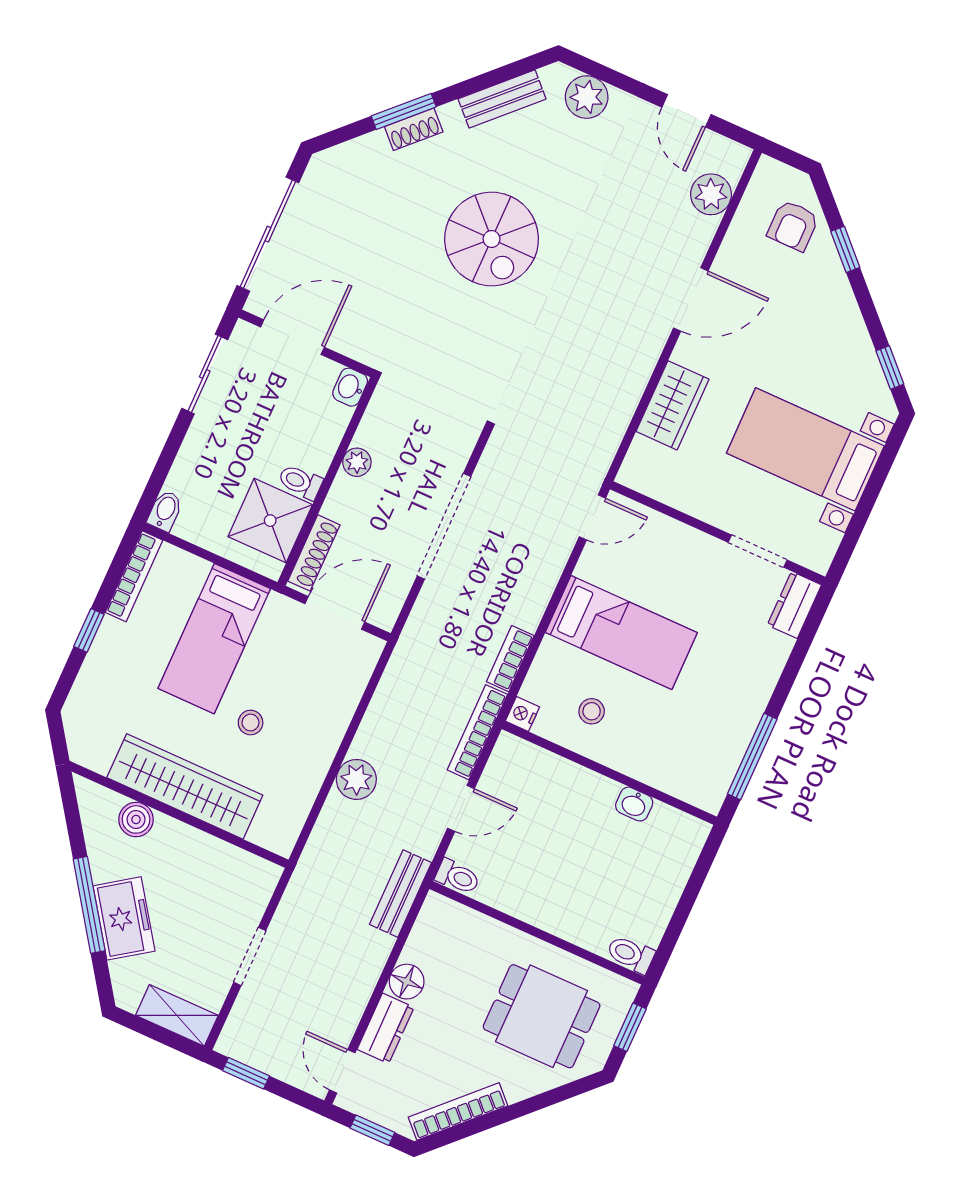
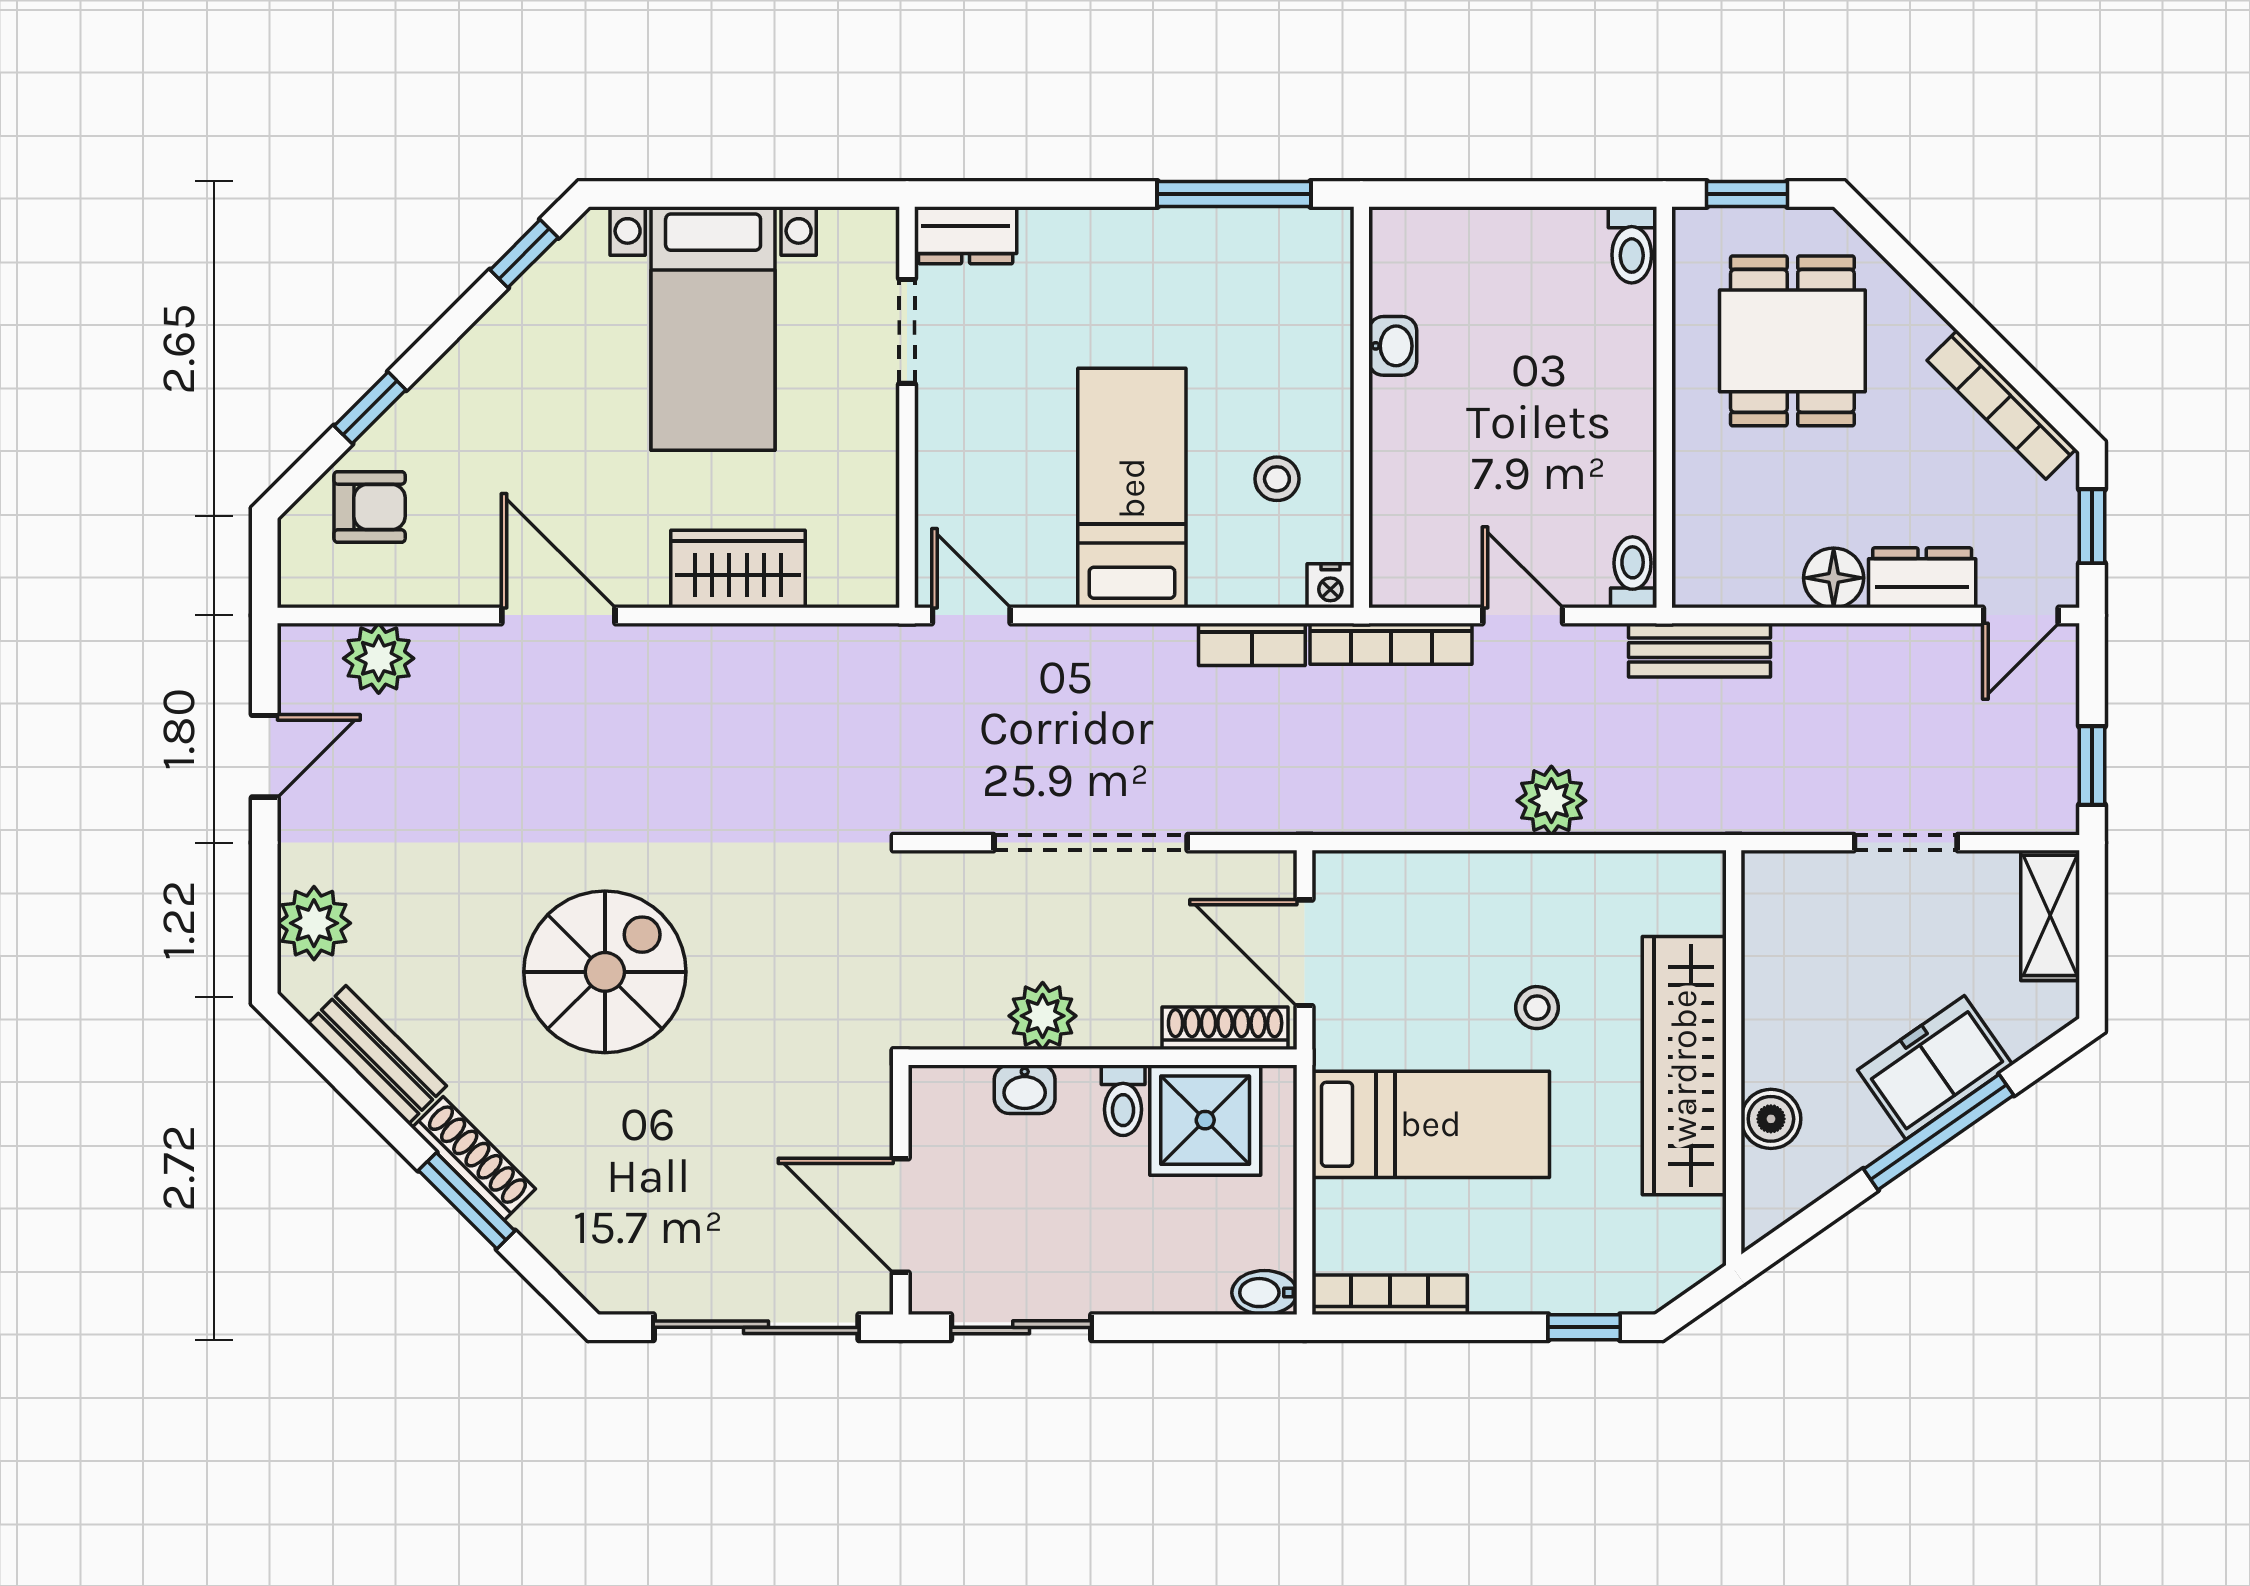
shoe rack: (414, 129) -> (474, 1158), width x1.43
washbasin: (350, 387) -> (1025, 1089), moved
plant: (357, 462) -> (1043, 1016), width x1.38, depth x1.38
window: (89, 630) -> (1584, 1327), moved

